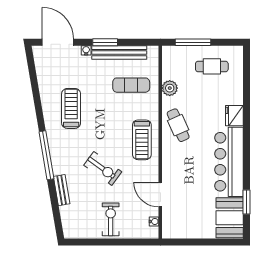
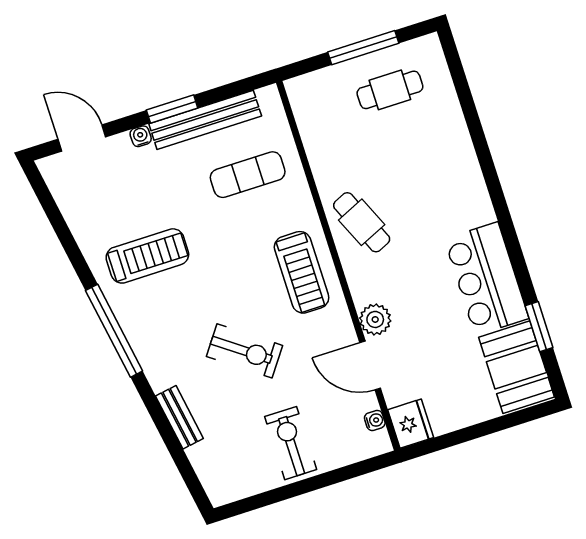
door: (58, 42) -> (82, 138), width x0.73
window: (193, 42) -> (363, 48), moved
plant: (170, 88) -> (375, 319), moved
treadmill: (71, 108) -> (147, 256), turned 90
fridge: (234, 116) -> (411, 424), moved, turned 180
window: (46, 155) -> (114, 331), moved
bar counter: (229, 162) -> (487, 279), width x0.73

